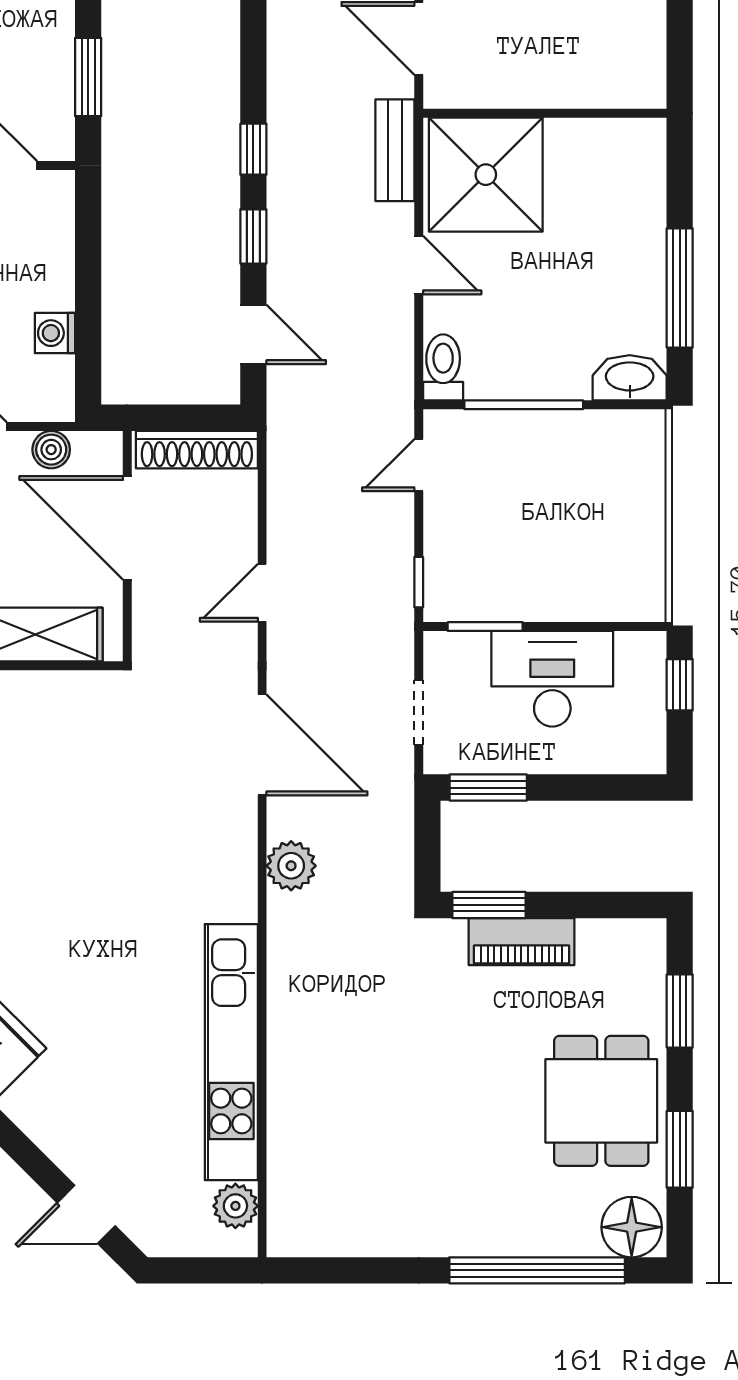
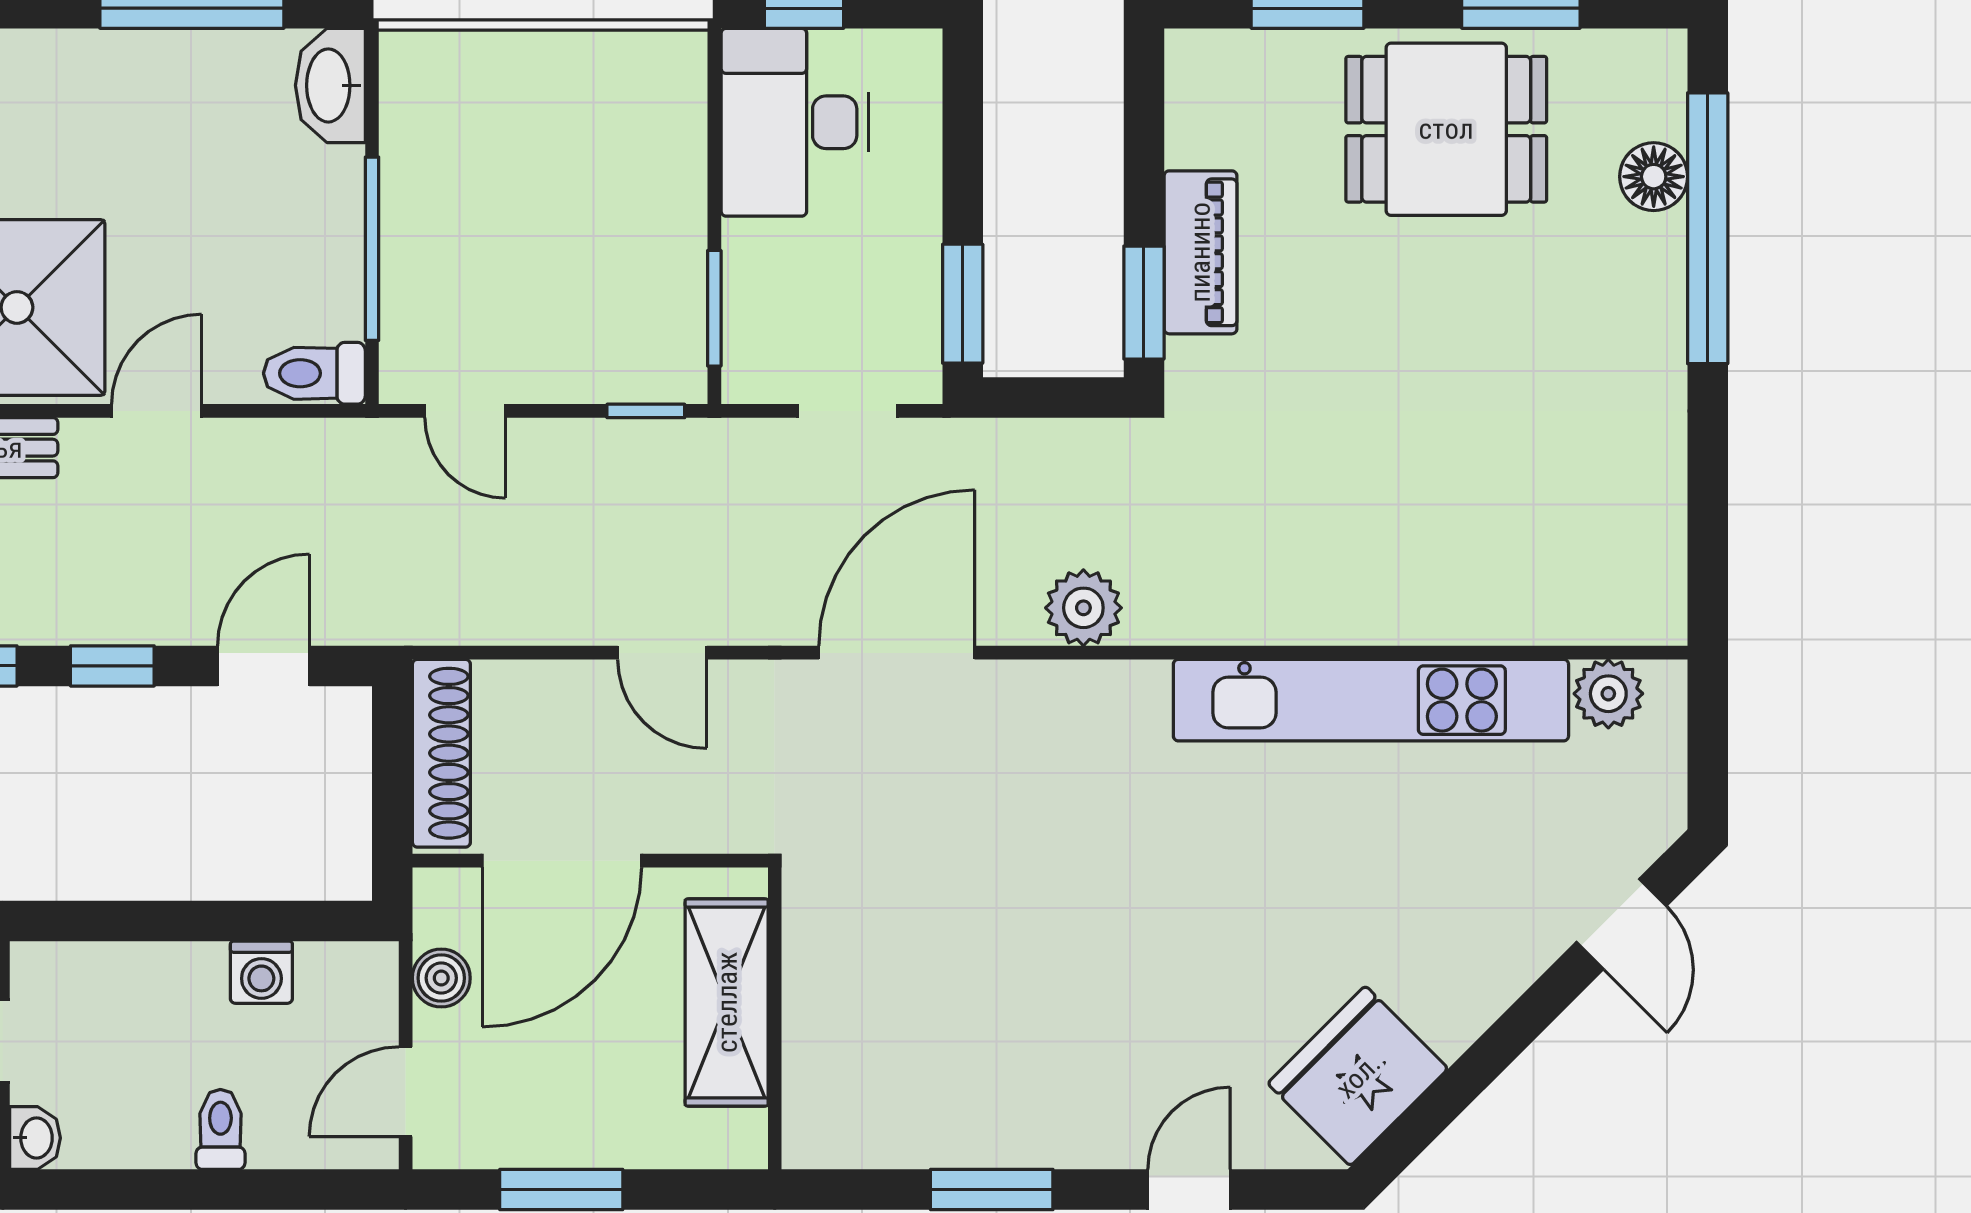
desk: (552, 679) -> (795, 122), moved
floor lamp: (632, 1227) -> (1654, 177), moved, width x0.73, depth x0.73

